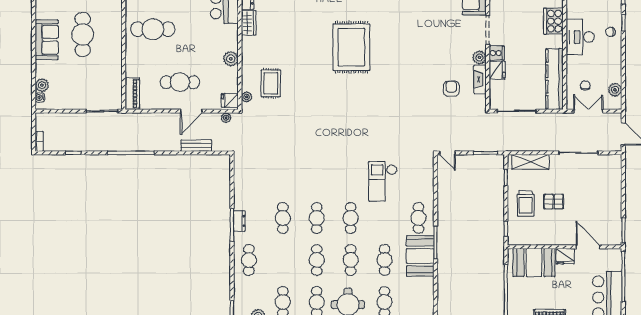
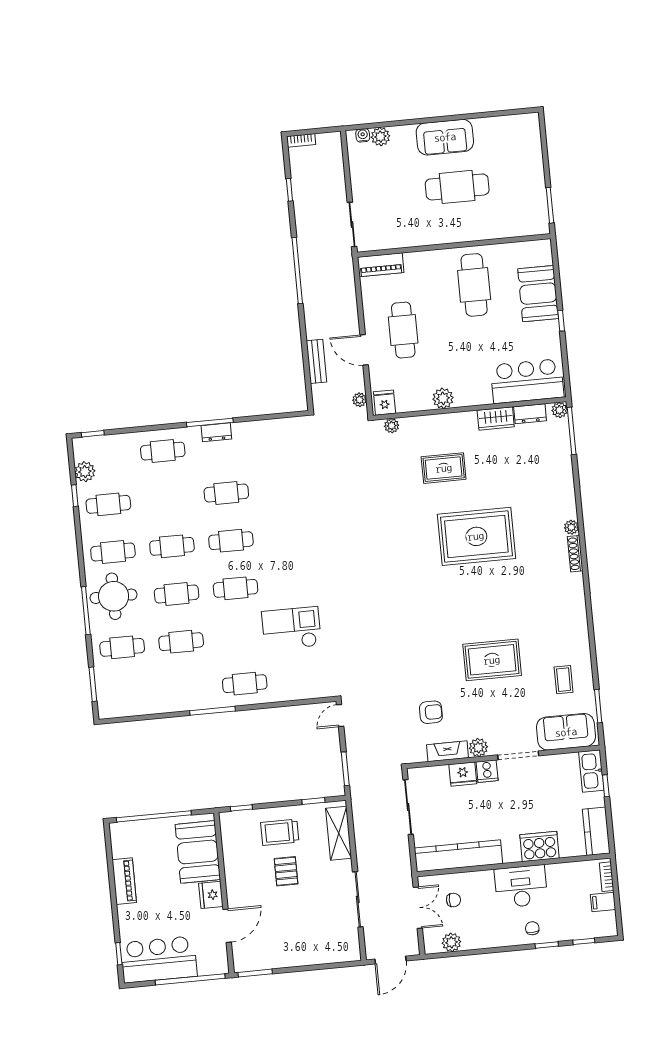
rug: (418, 42) -> (492, 660), added
rug: (351, 47) -> (476, 536), moved
rug: (271, 83) -> (444, 468), moved
booth: (420, 256) -> (192, 691), removed

